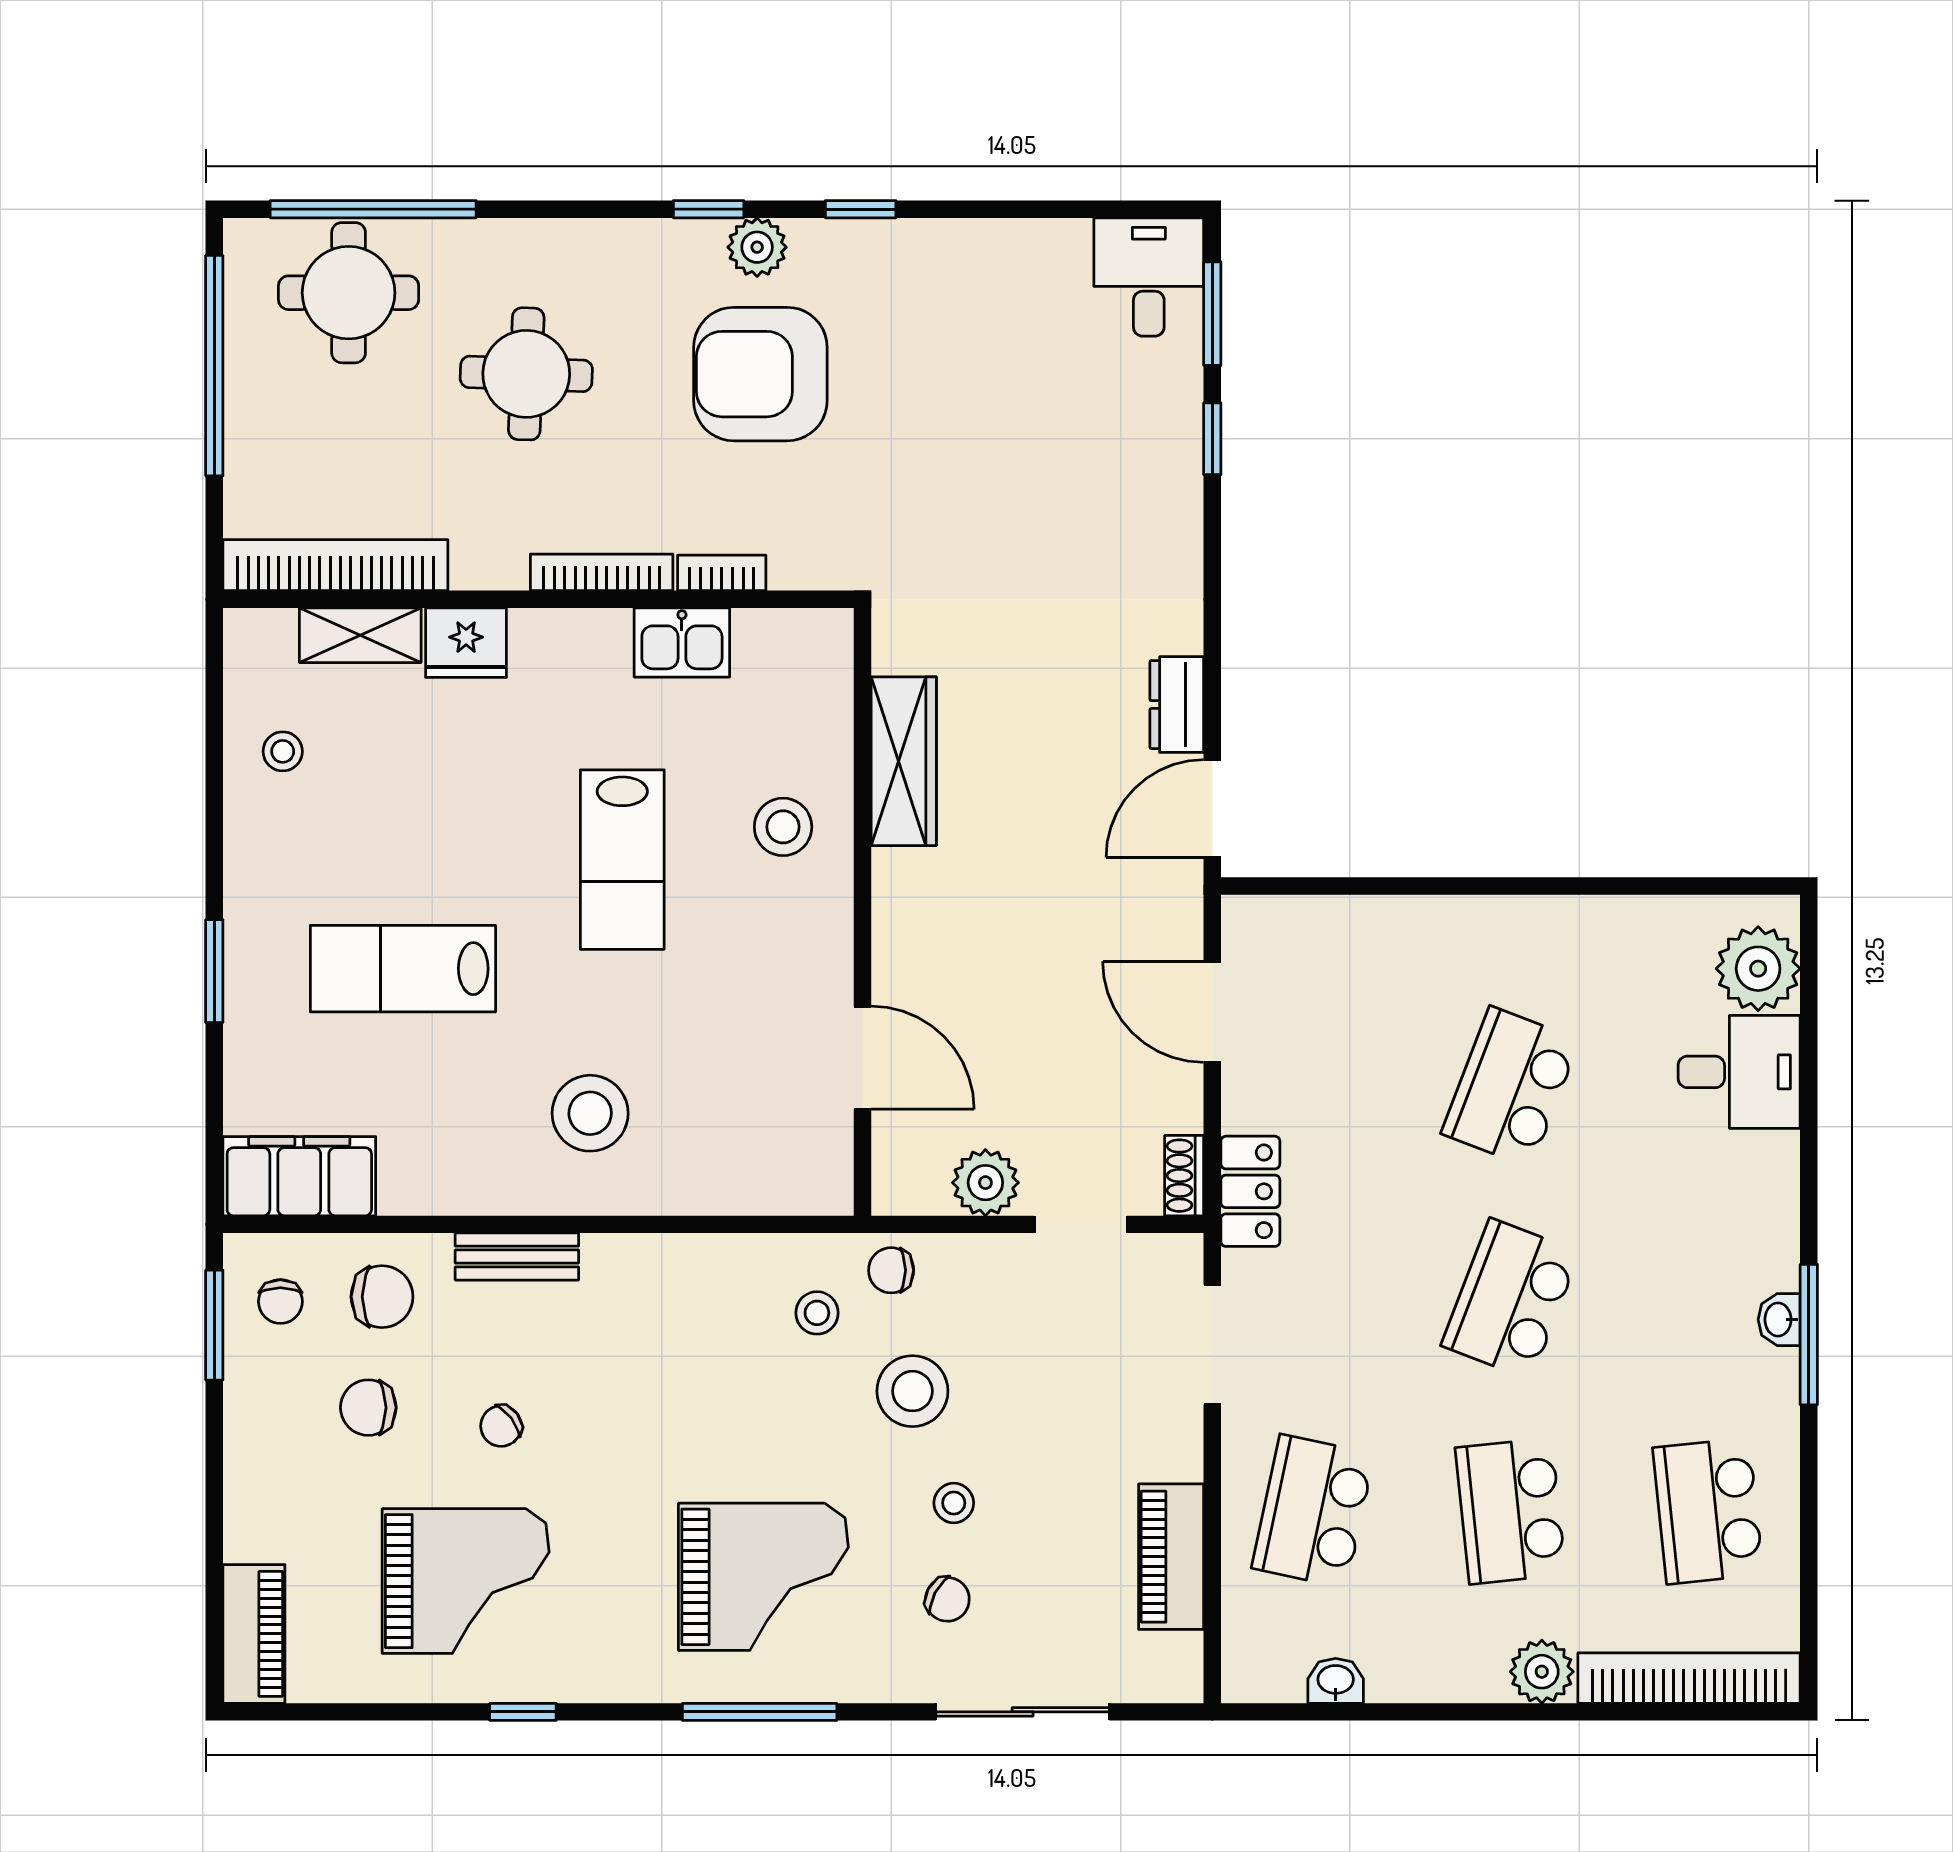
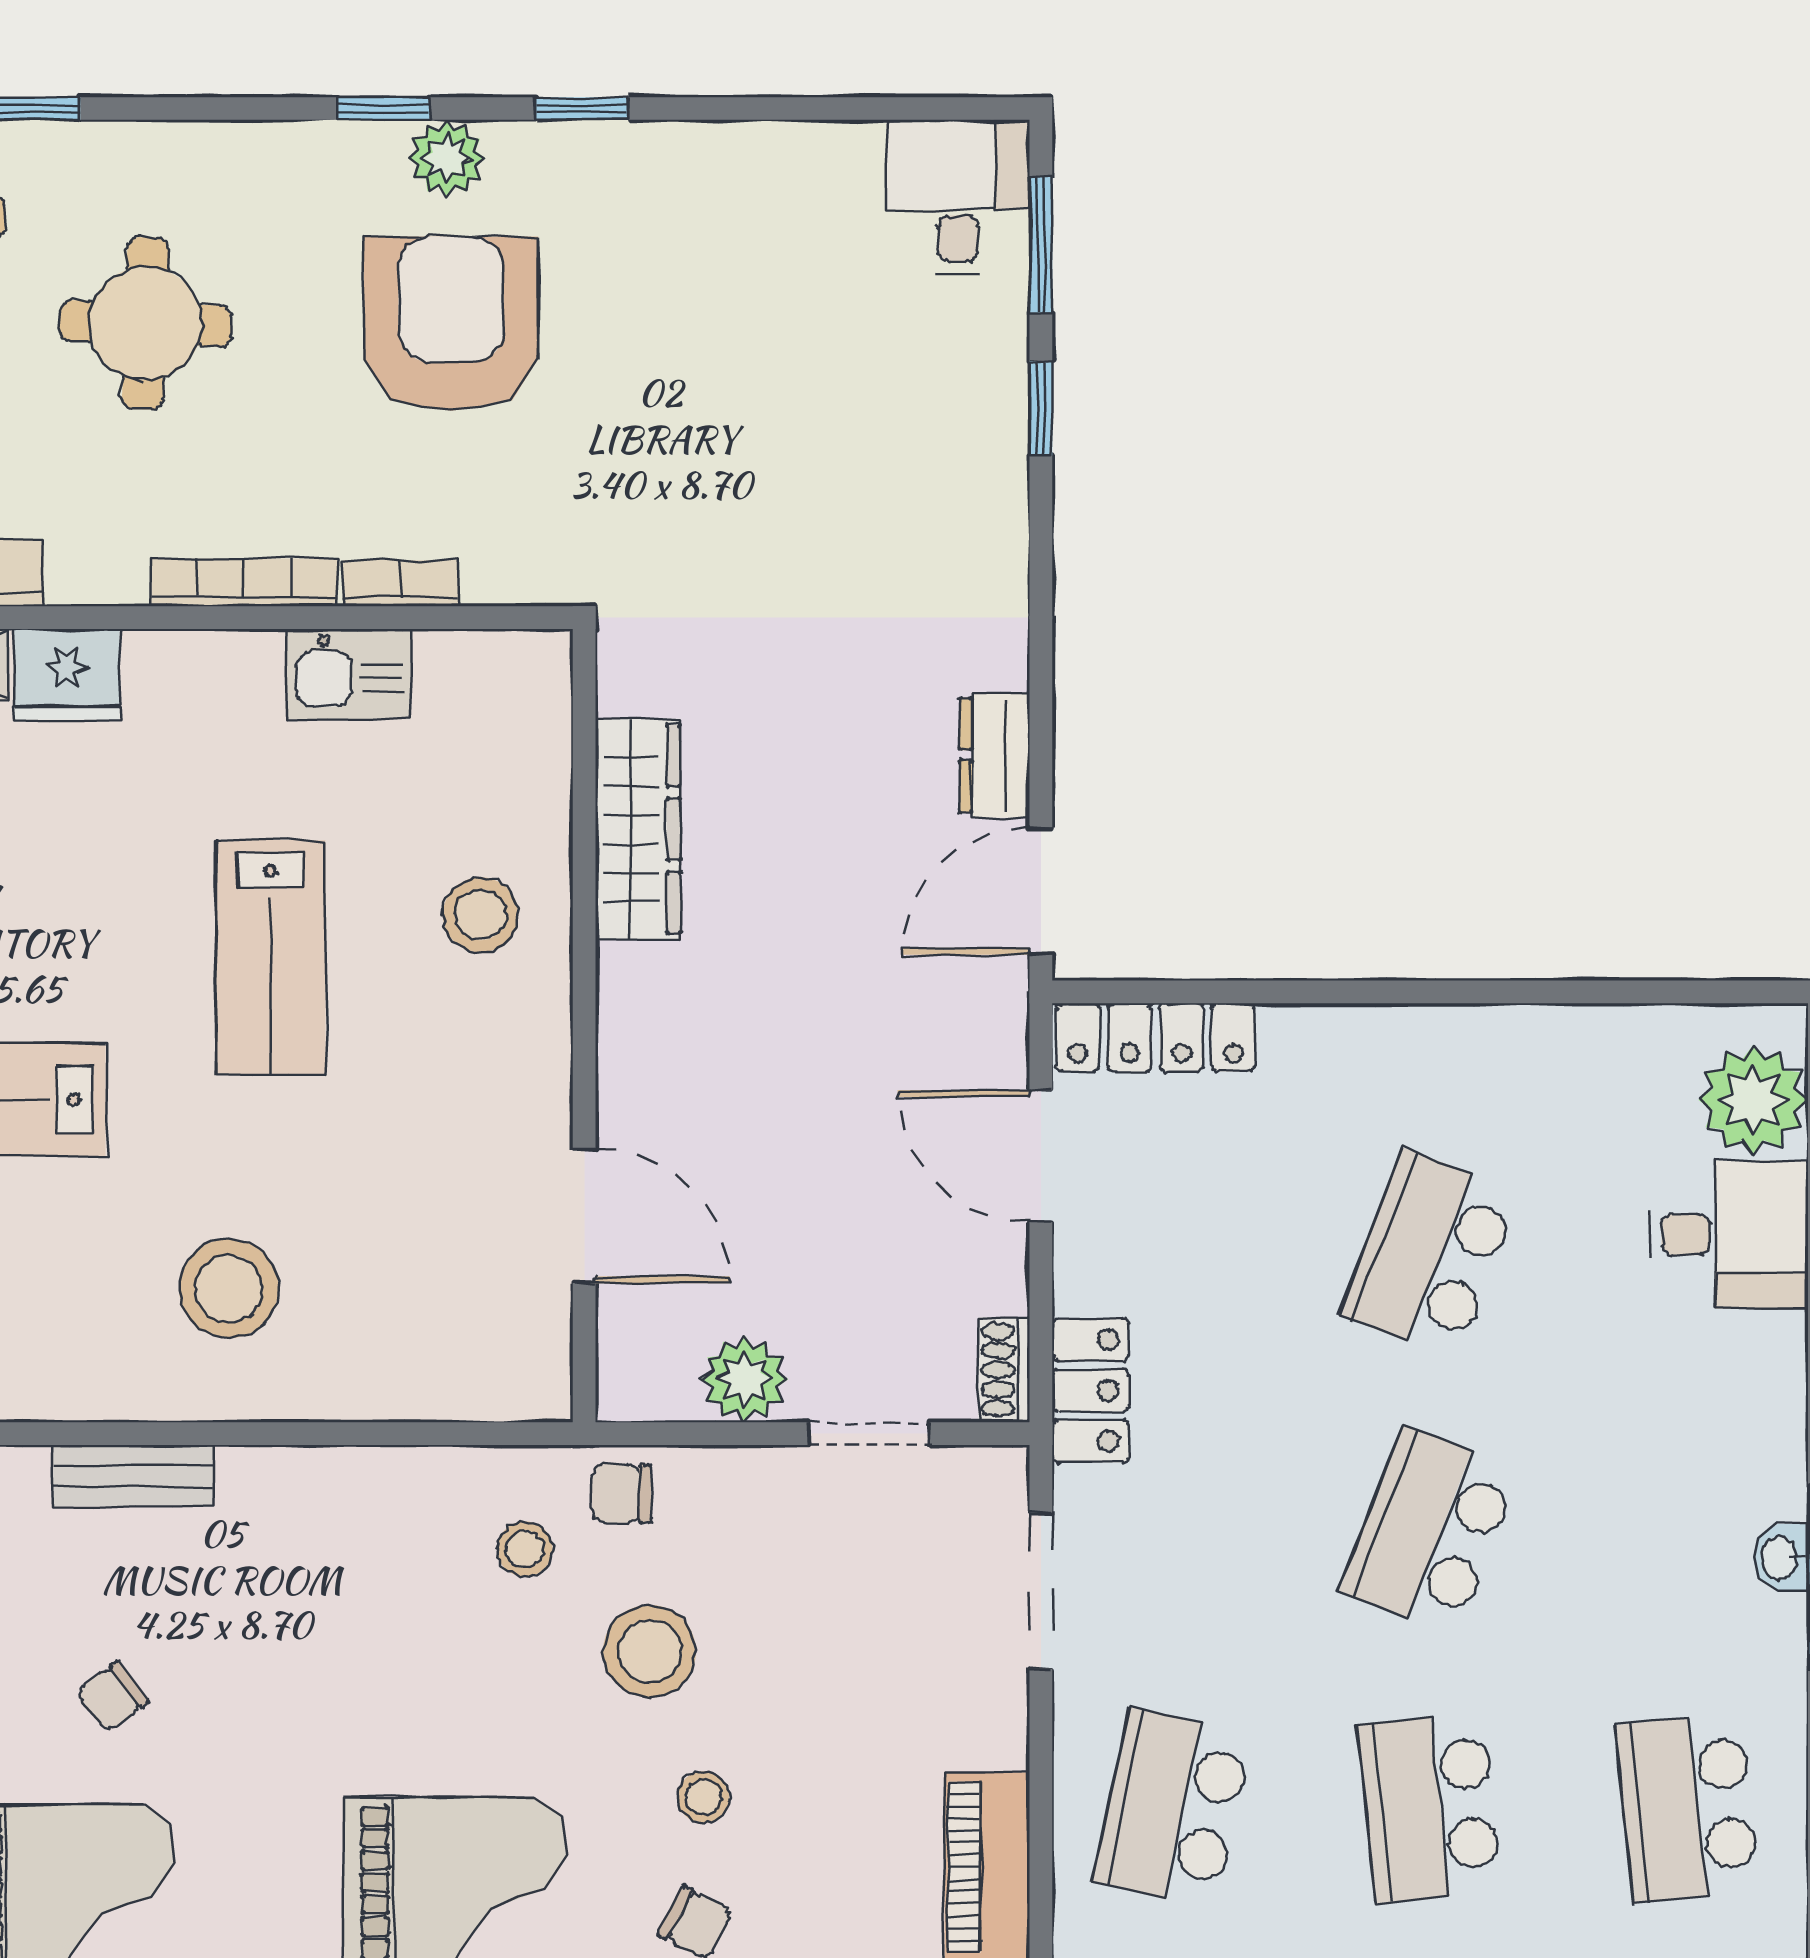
armchair: (760, 374) -> (451, 324), turned 90
locker: (1300, 921) -> (1156, 1037), added

